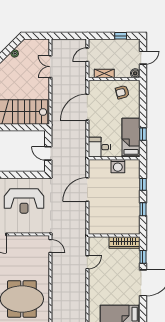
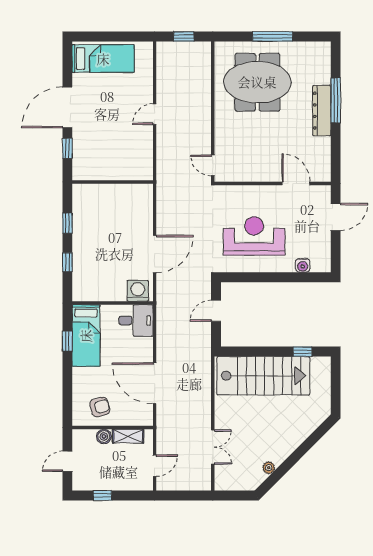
boiler: (135, 73) -> (104, 436), moved
door: (87, 107) -> (155, 383), swing flipped
door: (48, 153) -> (216, 311), swing flipped
washing machine: (118, 166) -> (138, 291), moved
wardrobe: (125, 242) -> (96, 171), removed
door: (87, 262) -> (155, 114), moved

